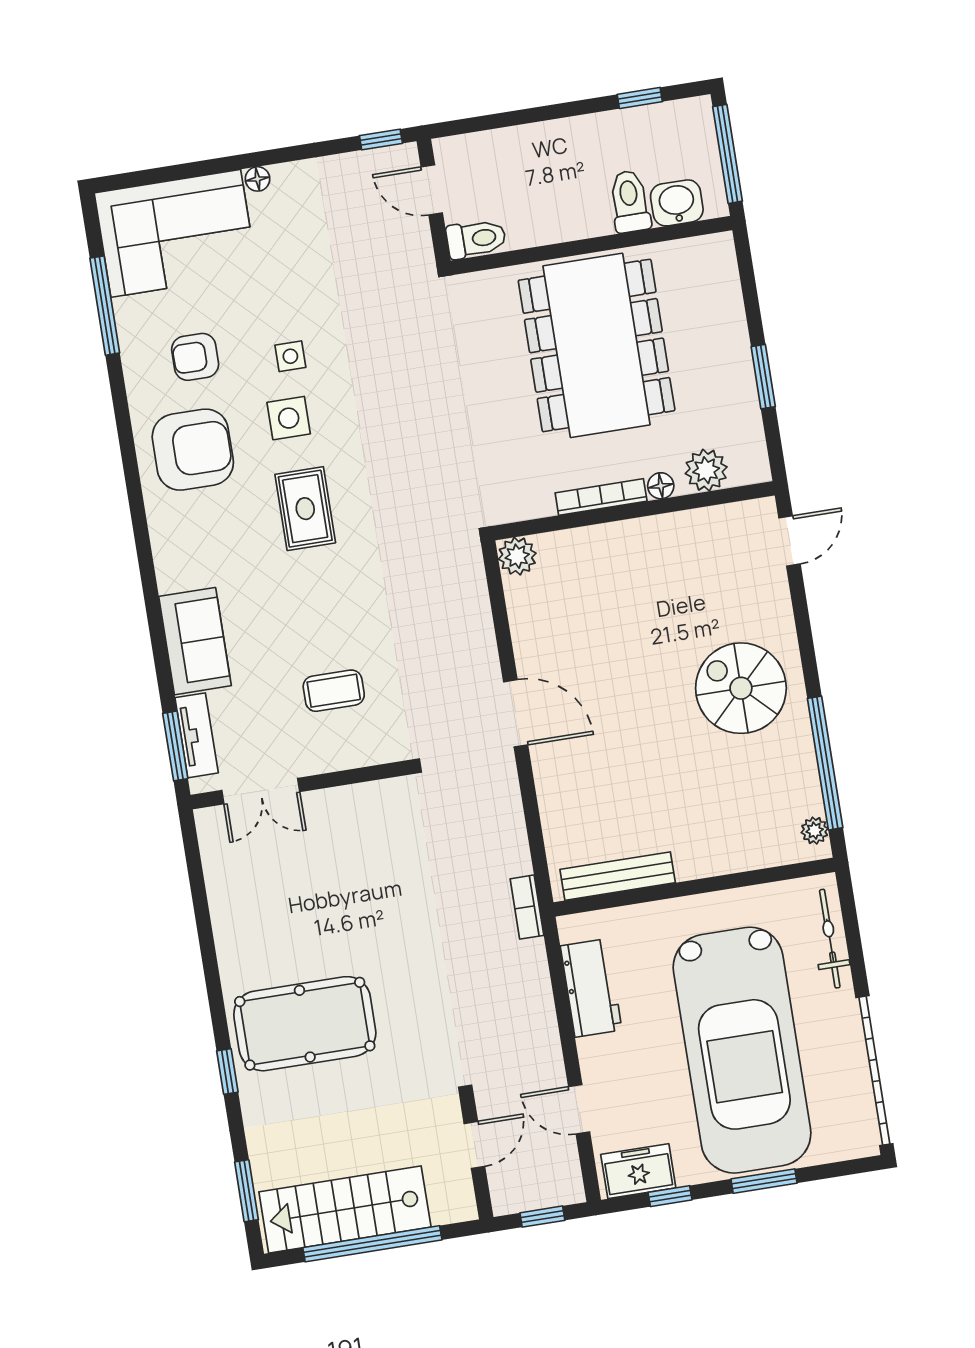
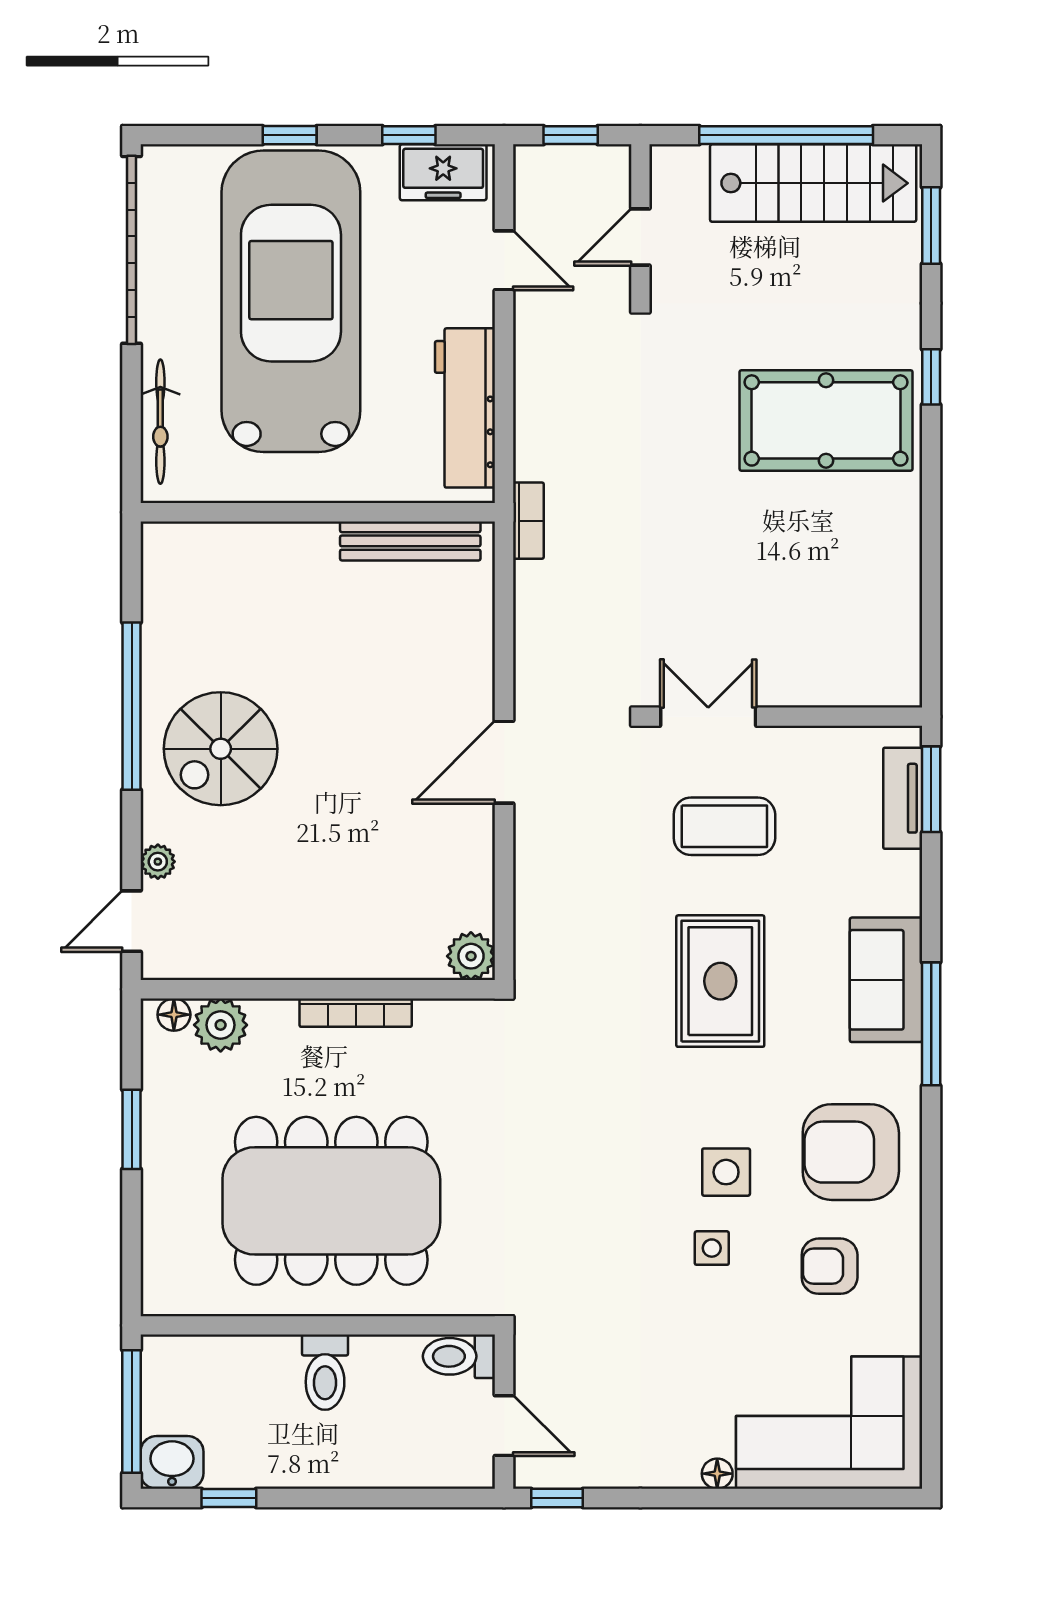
toilet: (630, 201) -> (325, 1372), moved
washbasin: (677, 203) -> (172, 1462), moved, turned 180
window: (105, 306) -> (931, 1024), moved
dining table: (597, 345) -> (331, 1201), turned 90
armchair: (195, 357) -> (830, 1266), turned 180
floor lamp: (661, 486) -> (174, 1015), moved
rug: (305, 509) -> (720, 981), moved, width x1.36, depth x1.43
sofa: (195, 641) -> (886, 980), moved
spiral stairs: (741, 688) -> (221, 749), turned 90
coffee table: (334, 691) -> (724, 826), width x1.36, depth x1.30
door: (516, 713) -> (504, 762), hinge flipped
window: (825, 763) -> (132, 706), moved
double door: (261, 791) -> (708, 717), moved
plant: (815, 831) -> (158, 862), moved
workbench: (591, 988) -> (465, 408), width x1.38
window: (764, 1181) -> (290, 135), width x0.67

